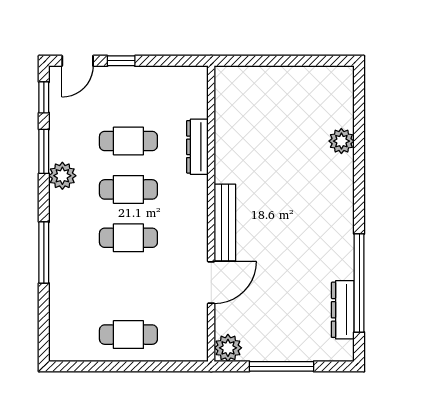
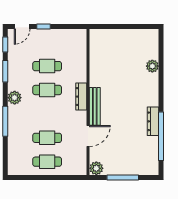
dresser: (197, 147) -> (81, 97), moved
plant: (62, 176) -> (15, 98), moved
cafe table: (128, 238) -> (47, 138), moved
dresser: (343, 310) -> (153, 121), moved

